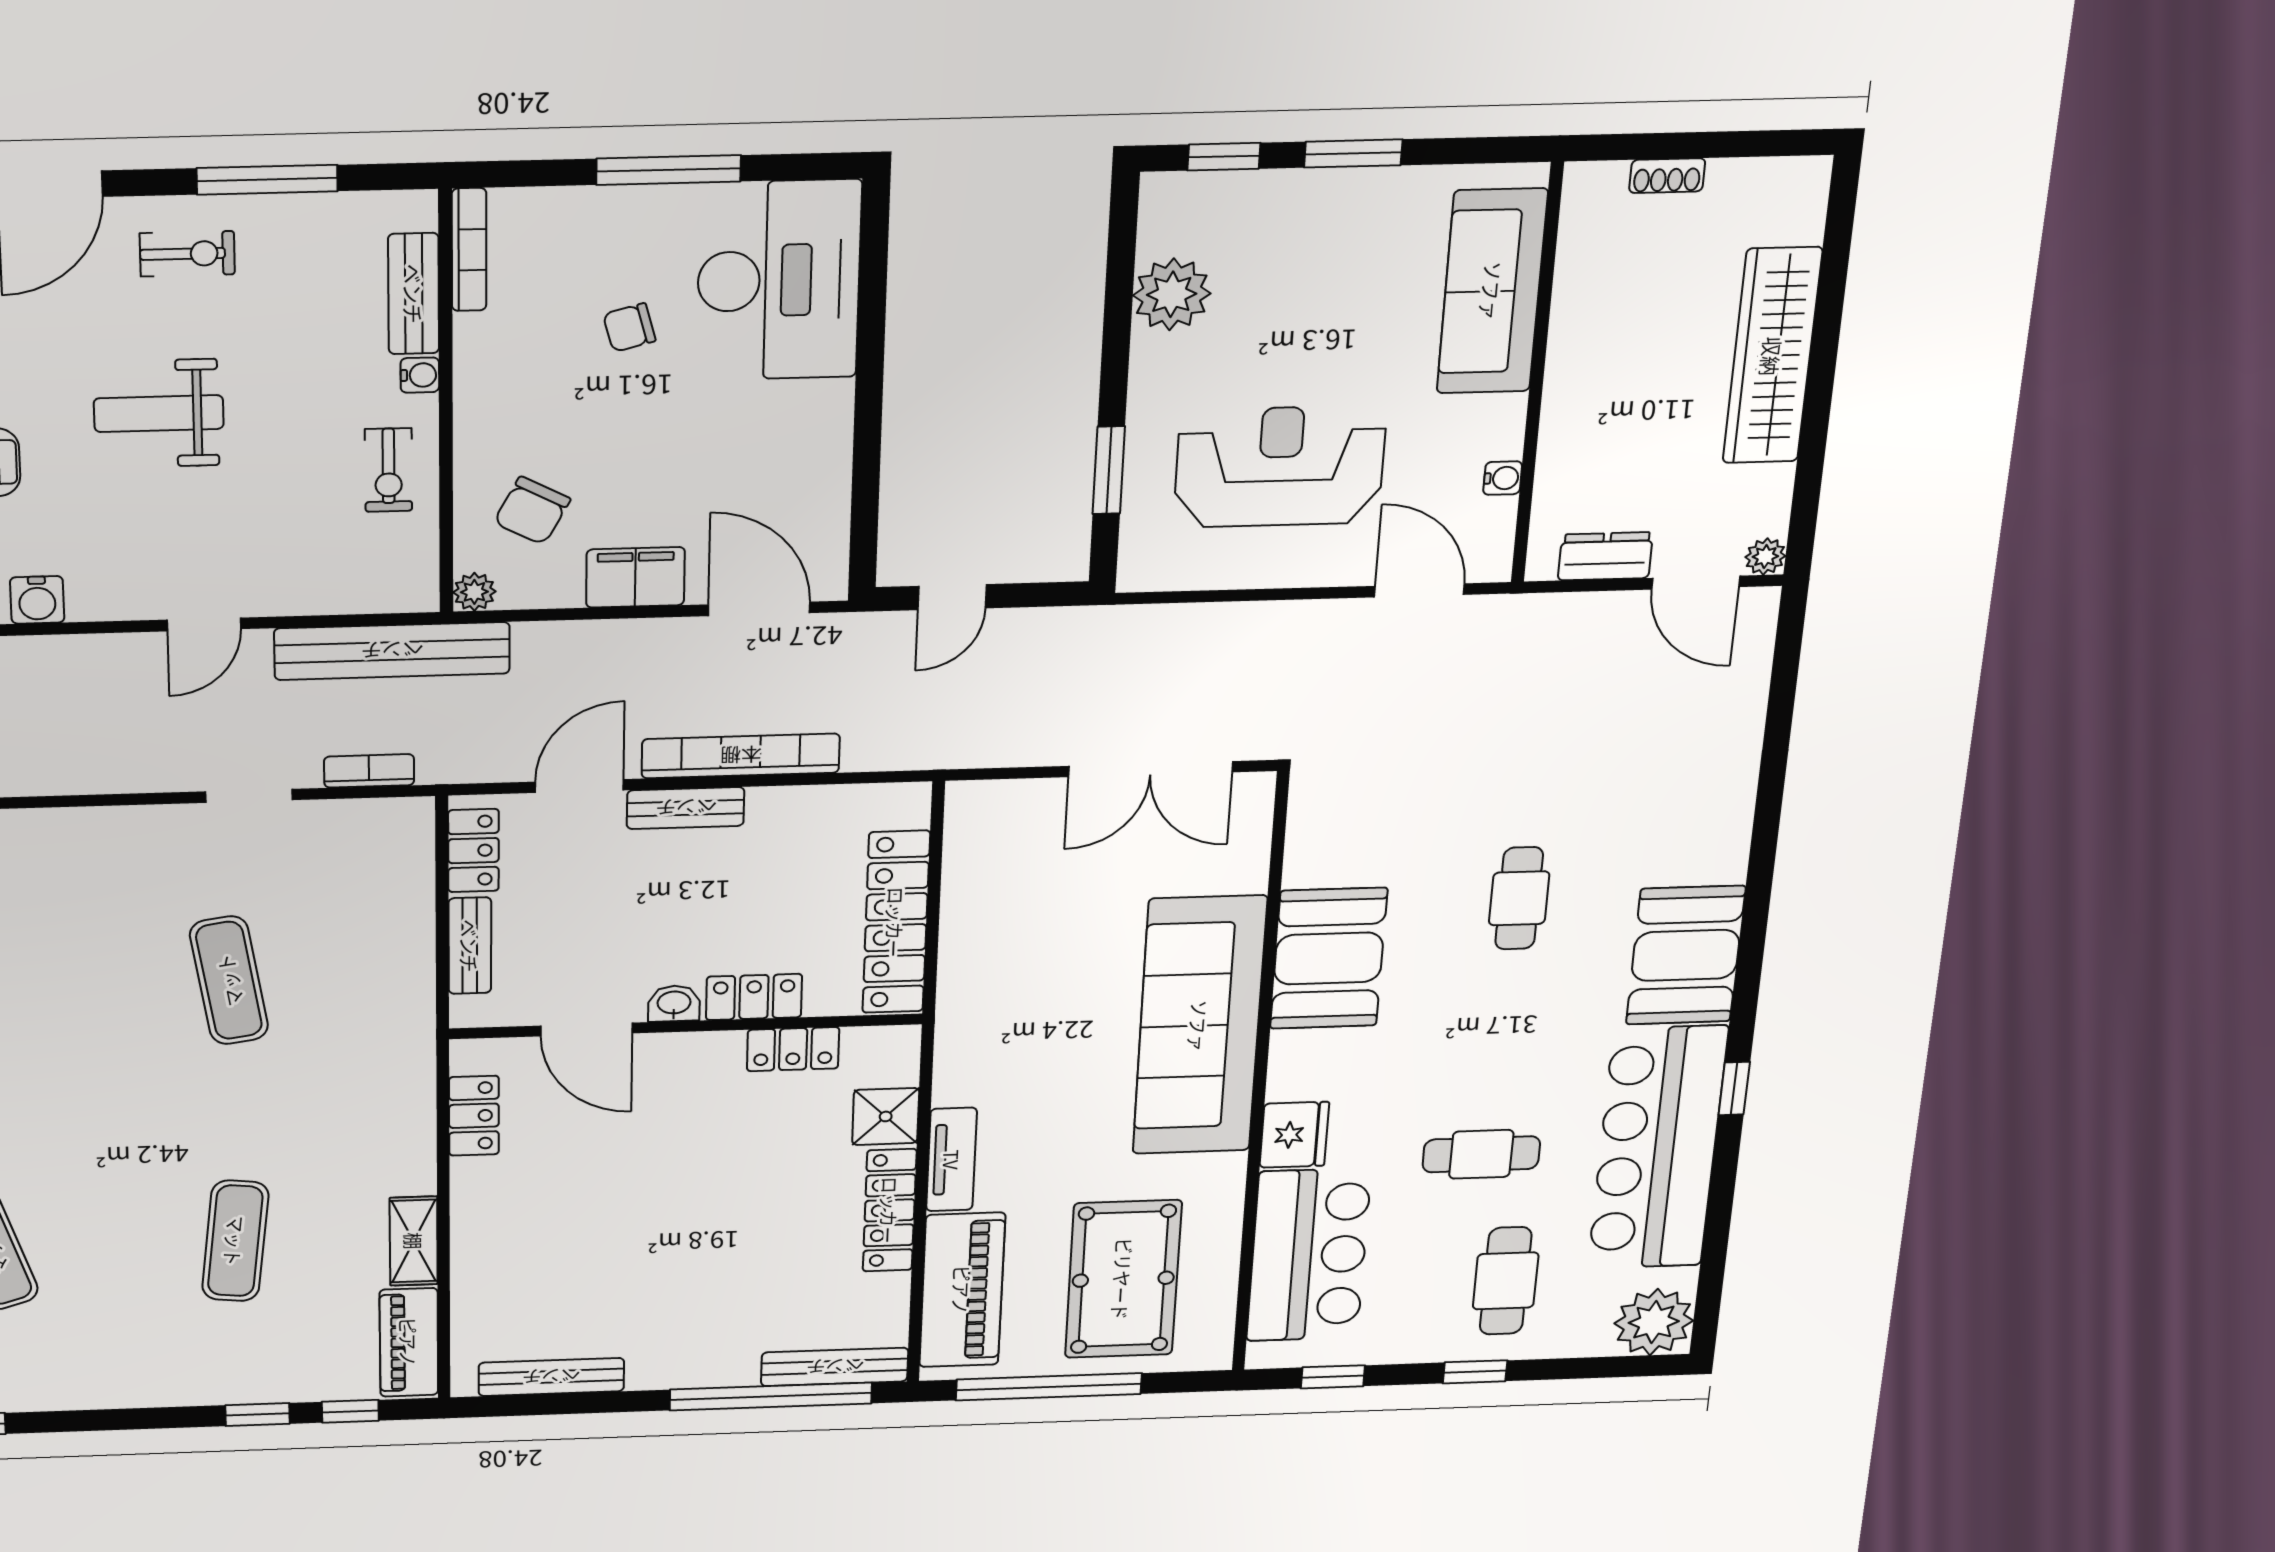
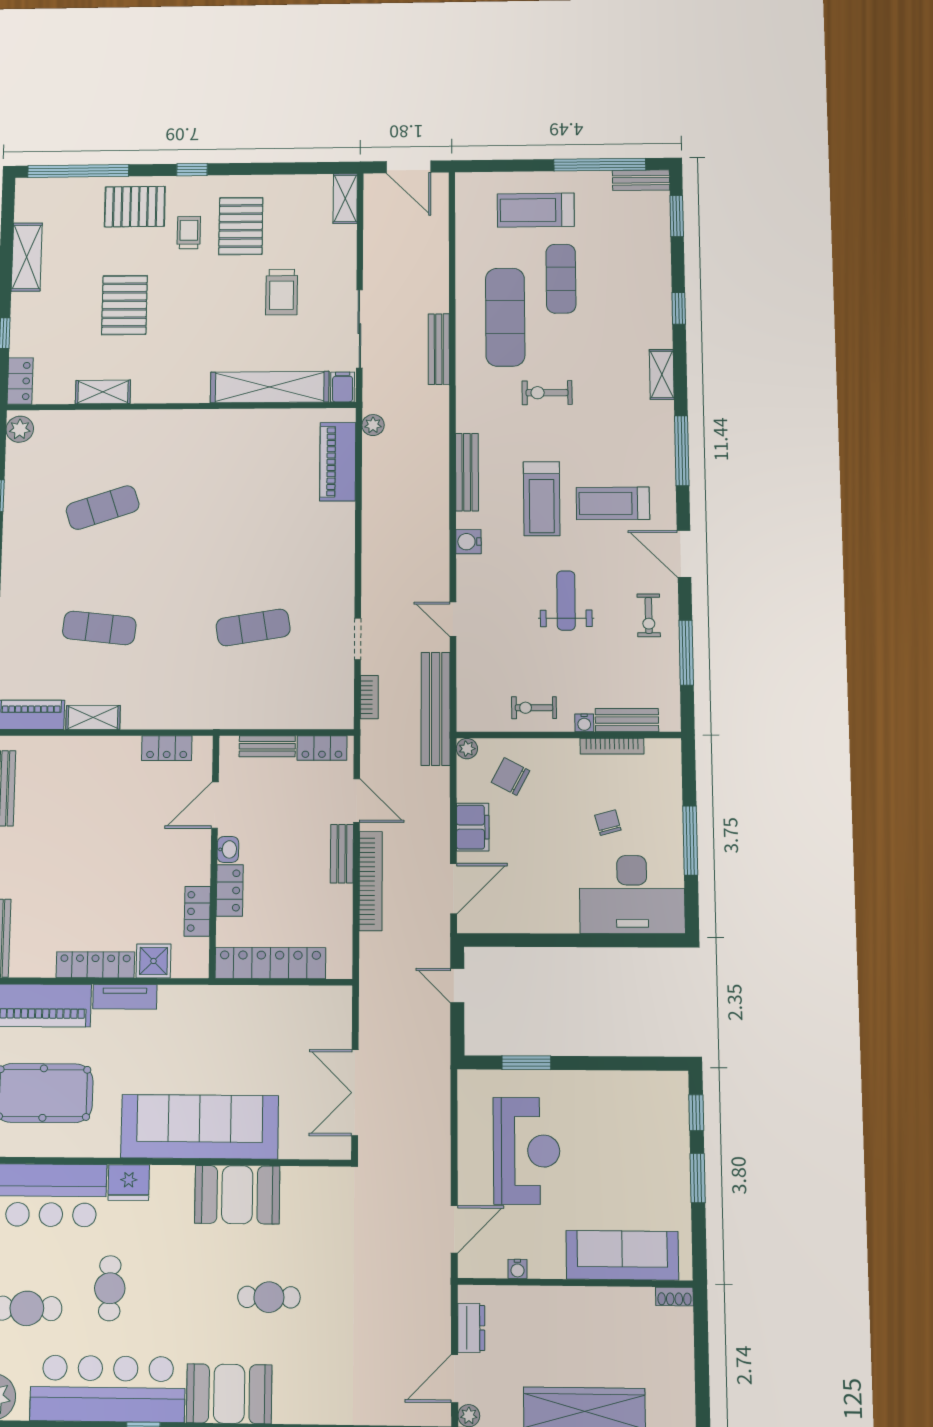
shoe rack: (1667, 176) -> (674, 1297), moved, turned -90
bookcase: (469, 250) -> (612, 746), moved
plant: (1172, 294) -> (622, 1090), removed

